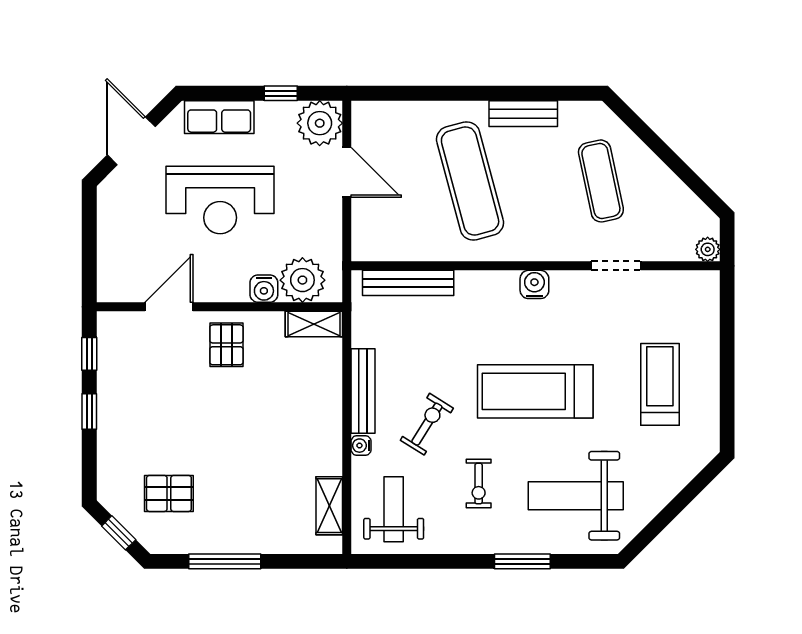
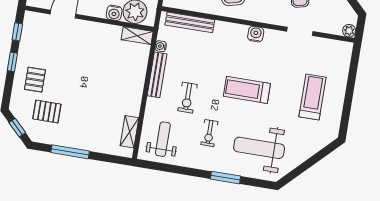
pallet: (226, 345) -> (35, 80), moved
treadmill: (535, 391) -> (247, 90), width x0.73, depth x0.73
exercise bike: (427, 424) -> (187, 98), turned 148
water cooler: (361, 446) -> (161, 46), moved

